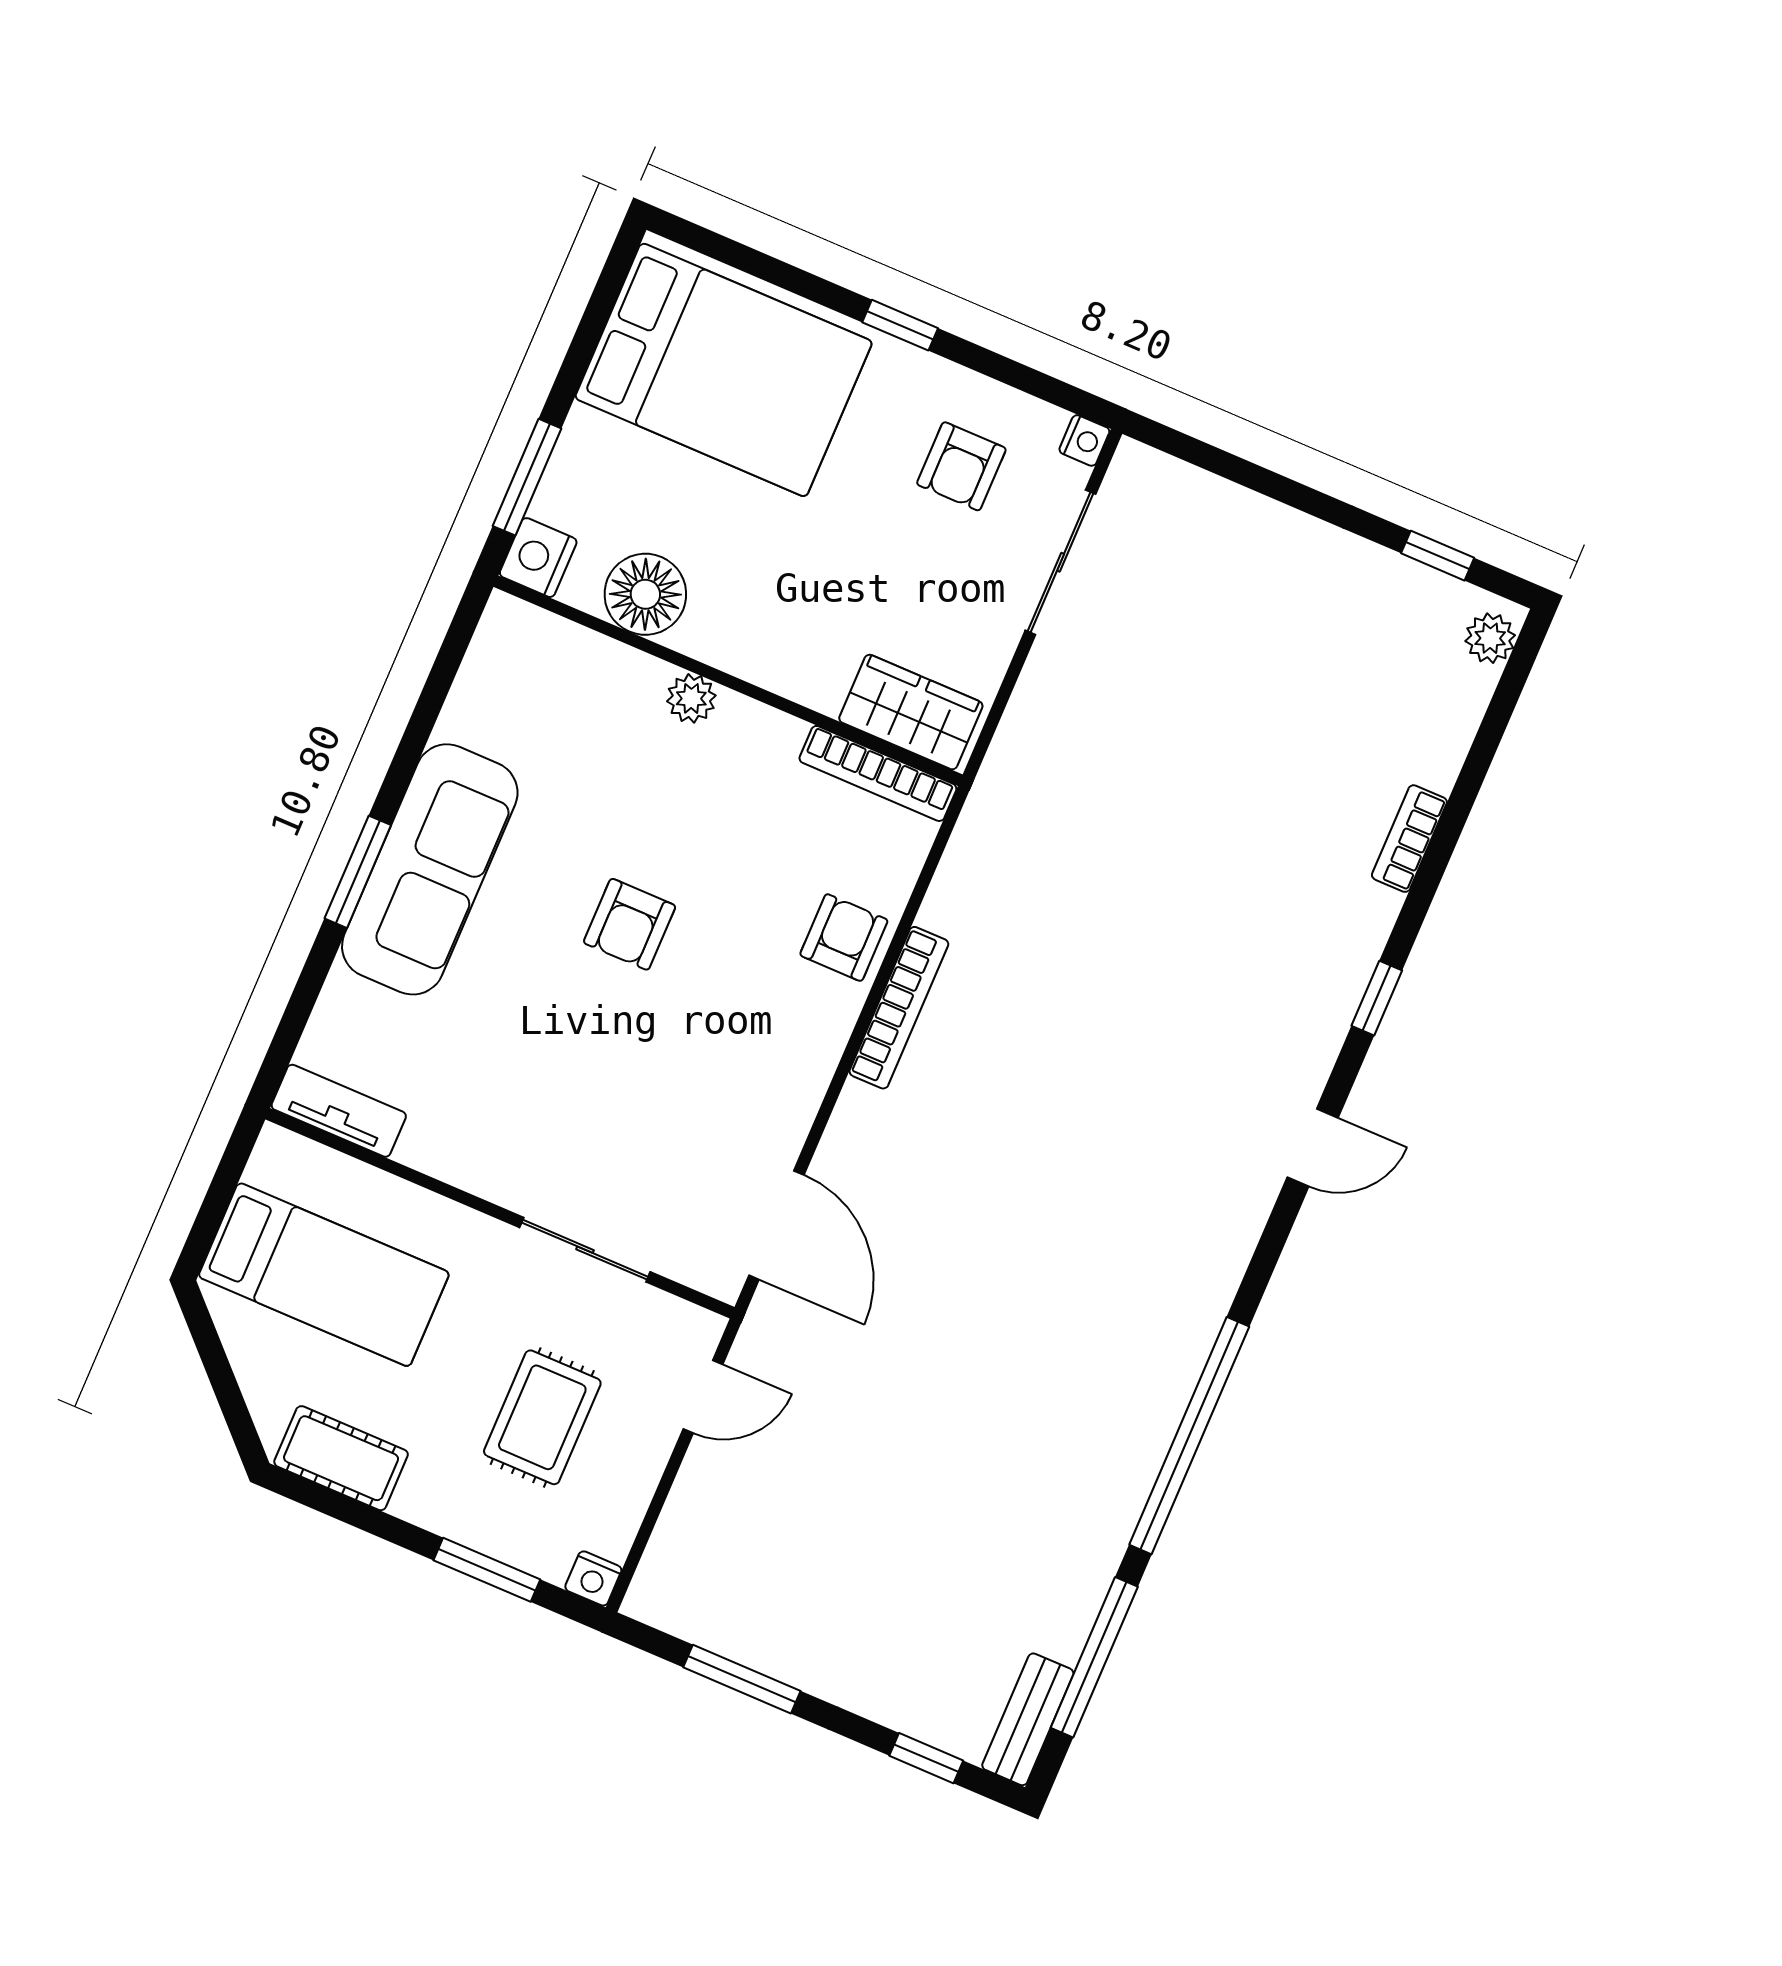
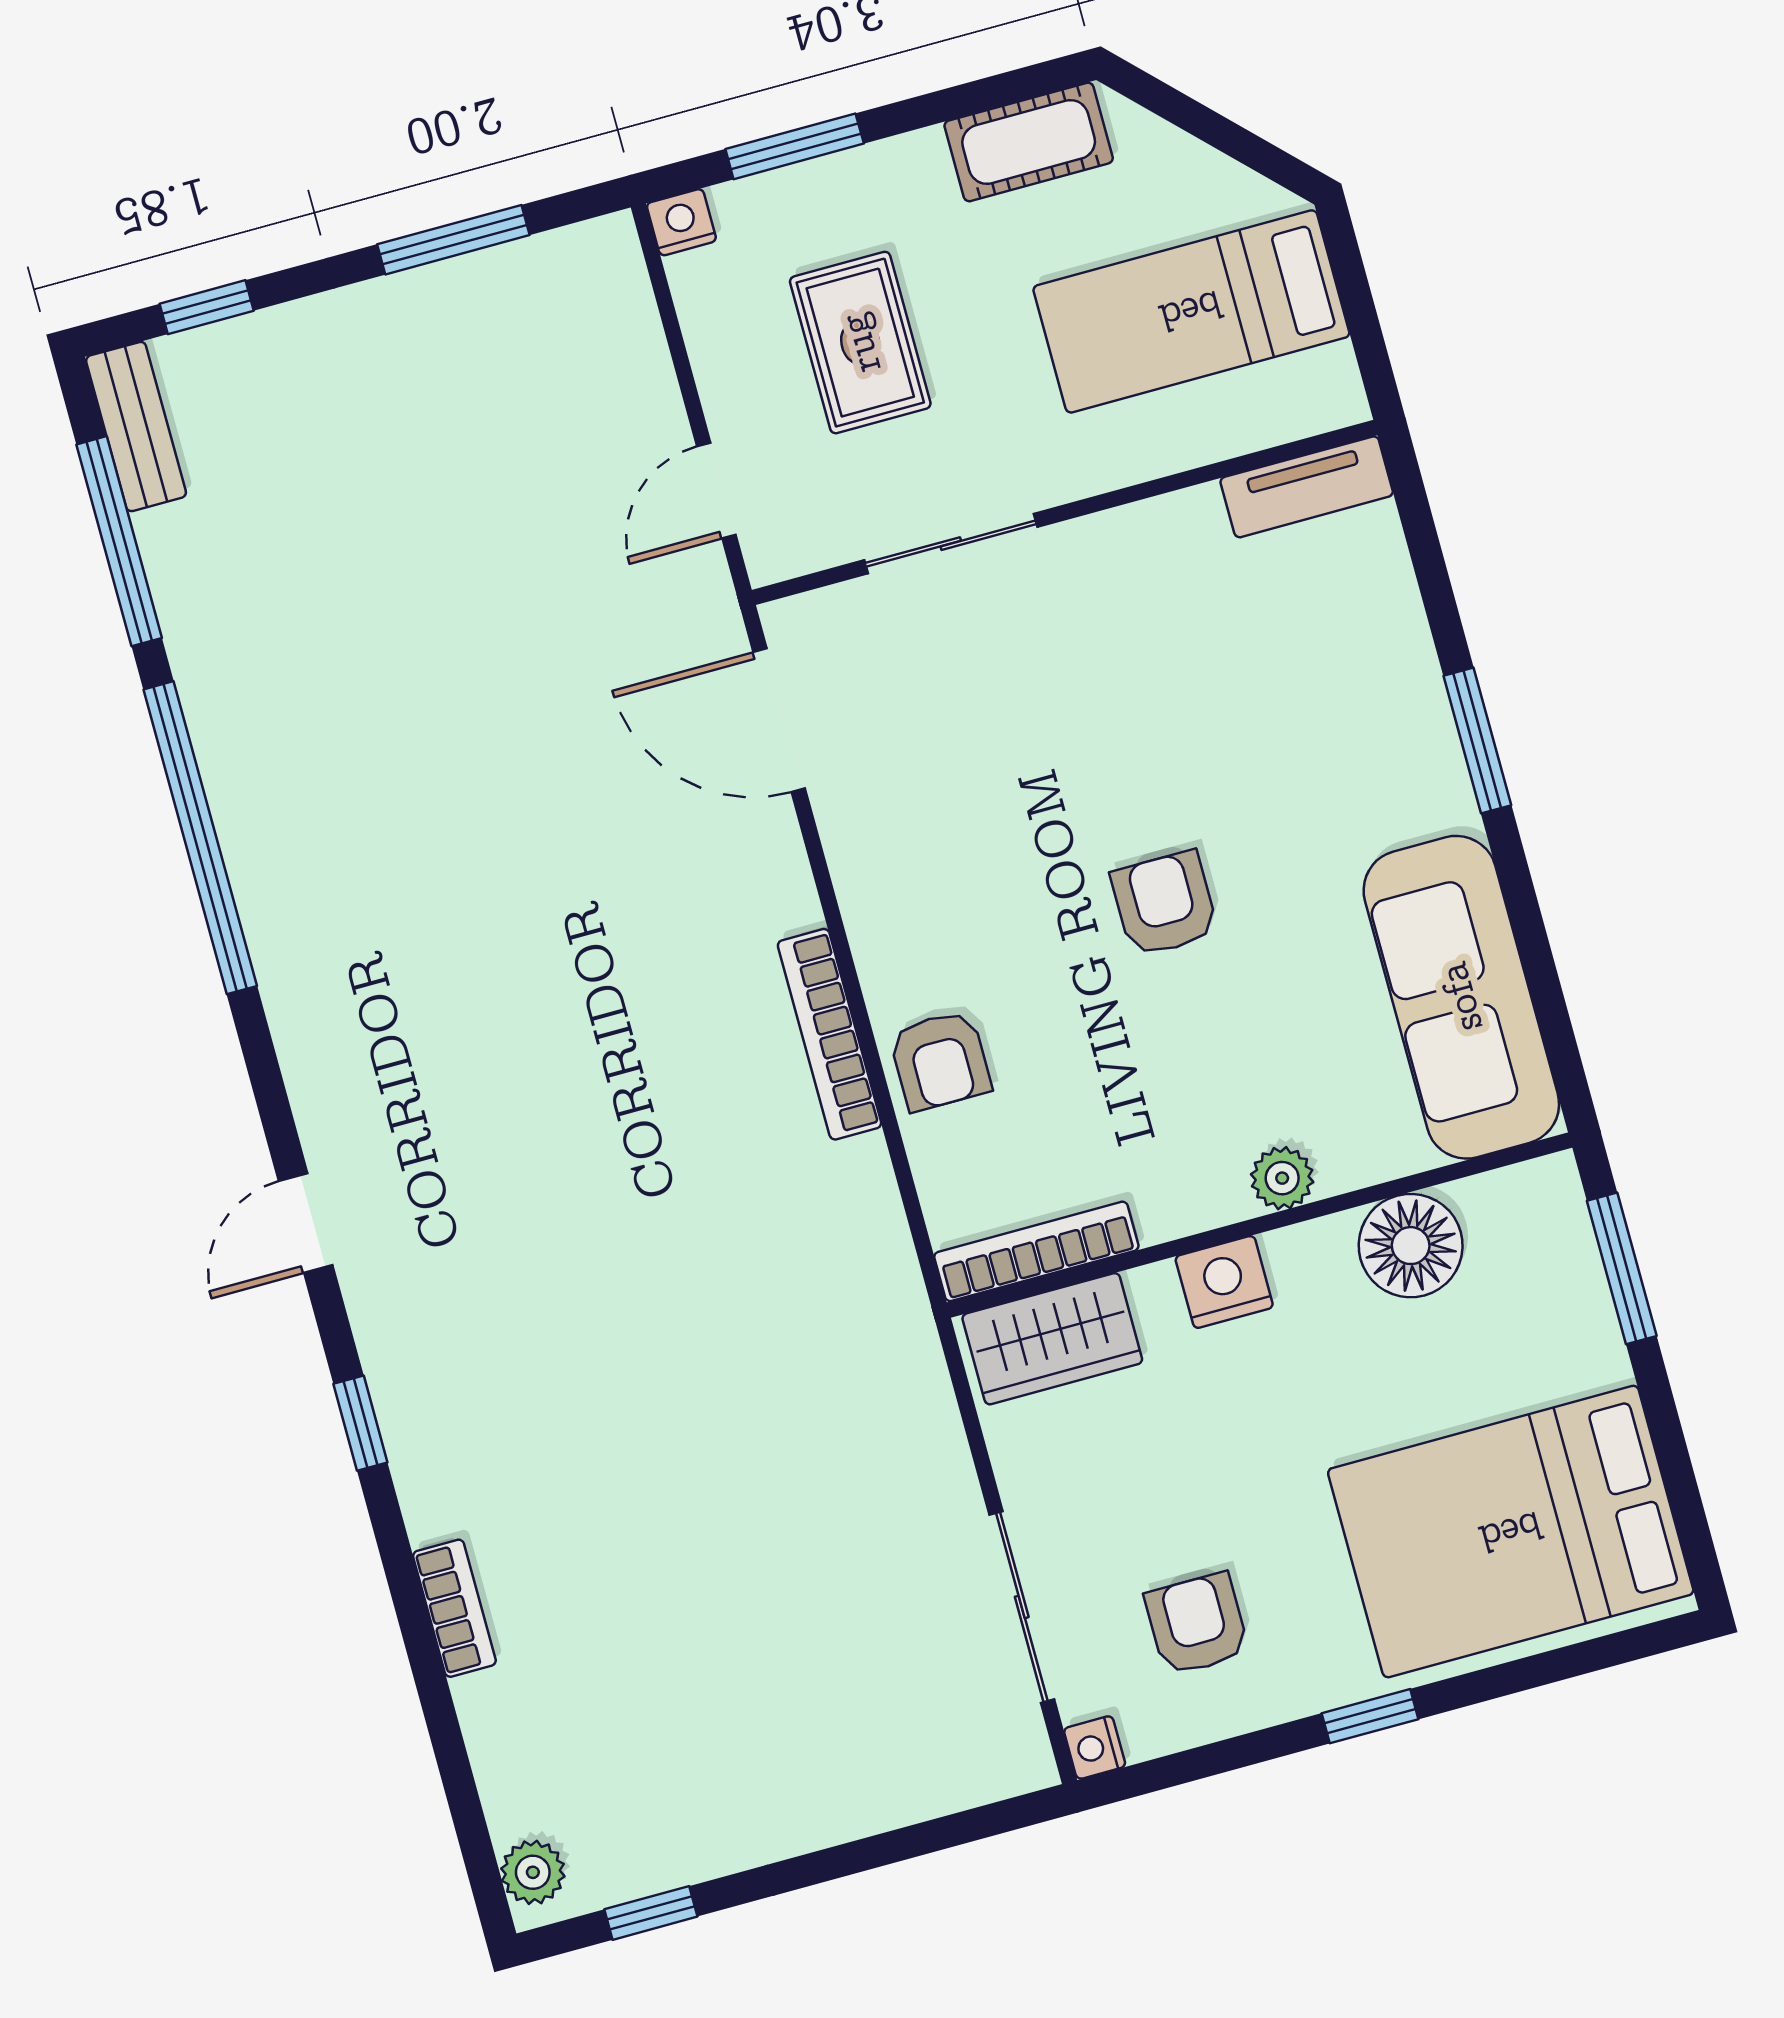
nightstand: (538, 558) -> (1224, 1282), moved, turned -90
sofa: (430, 869) -> (1461, 997), moved

